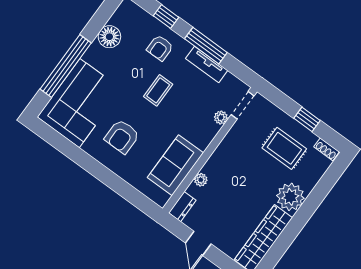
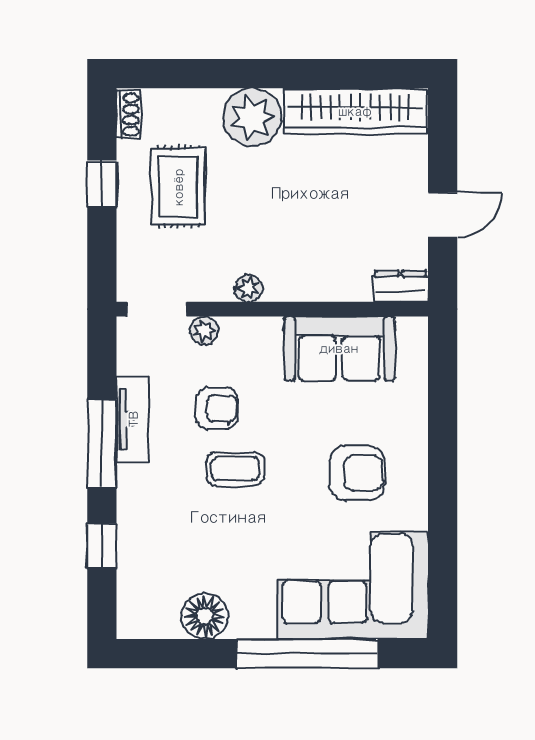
armchair: (160, 48) -> (217, 408), moved
plant: (201, 180) -> (248, 288), moved

